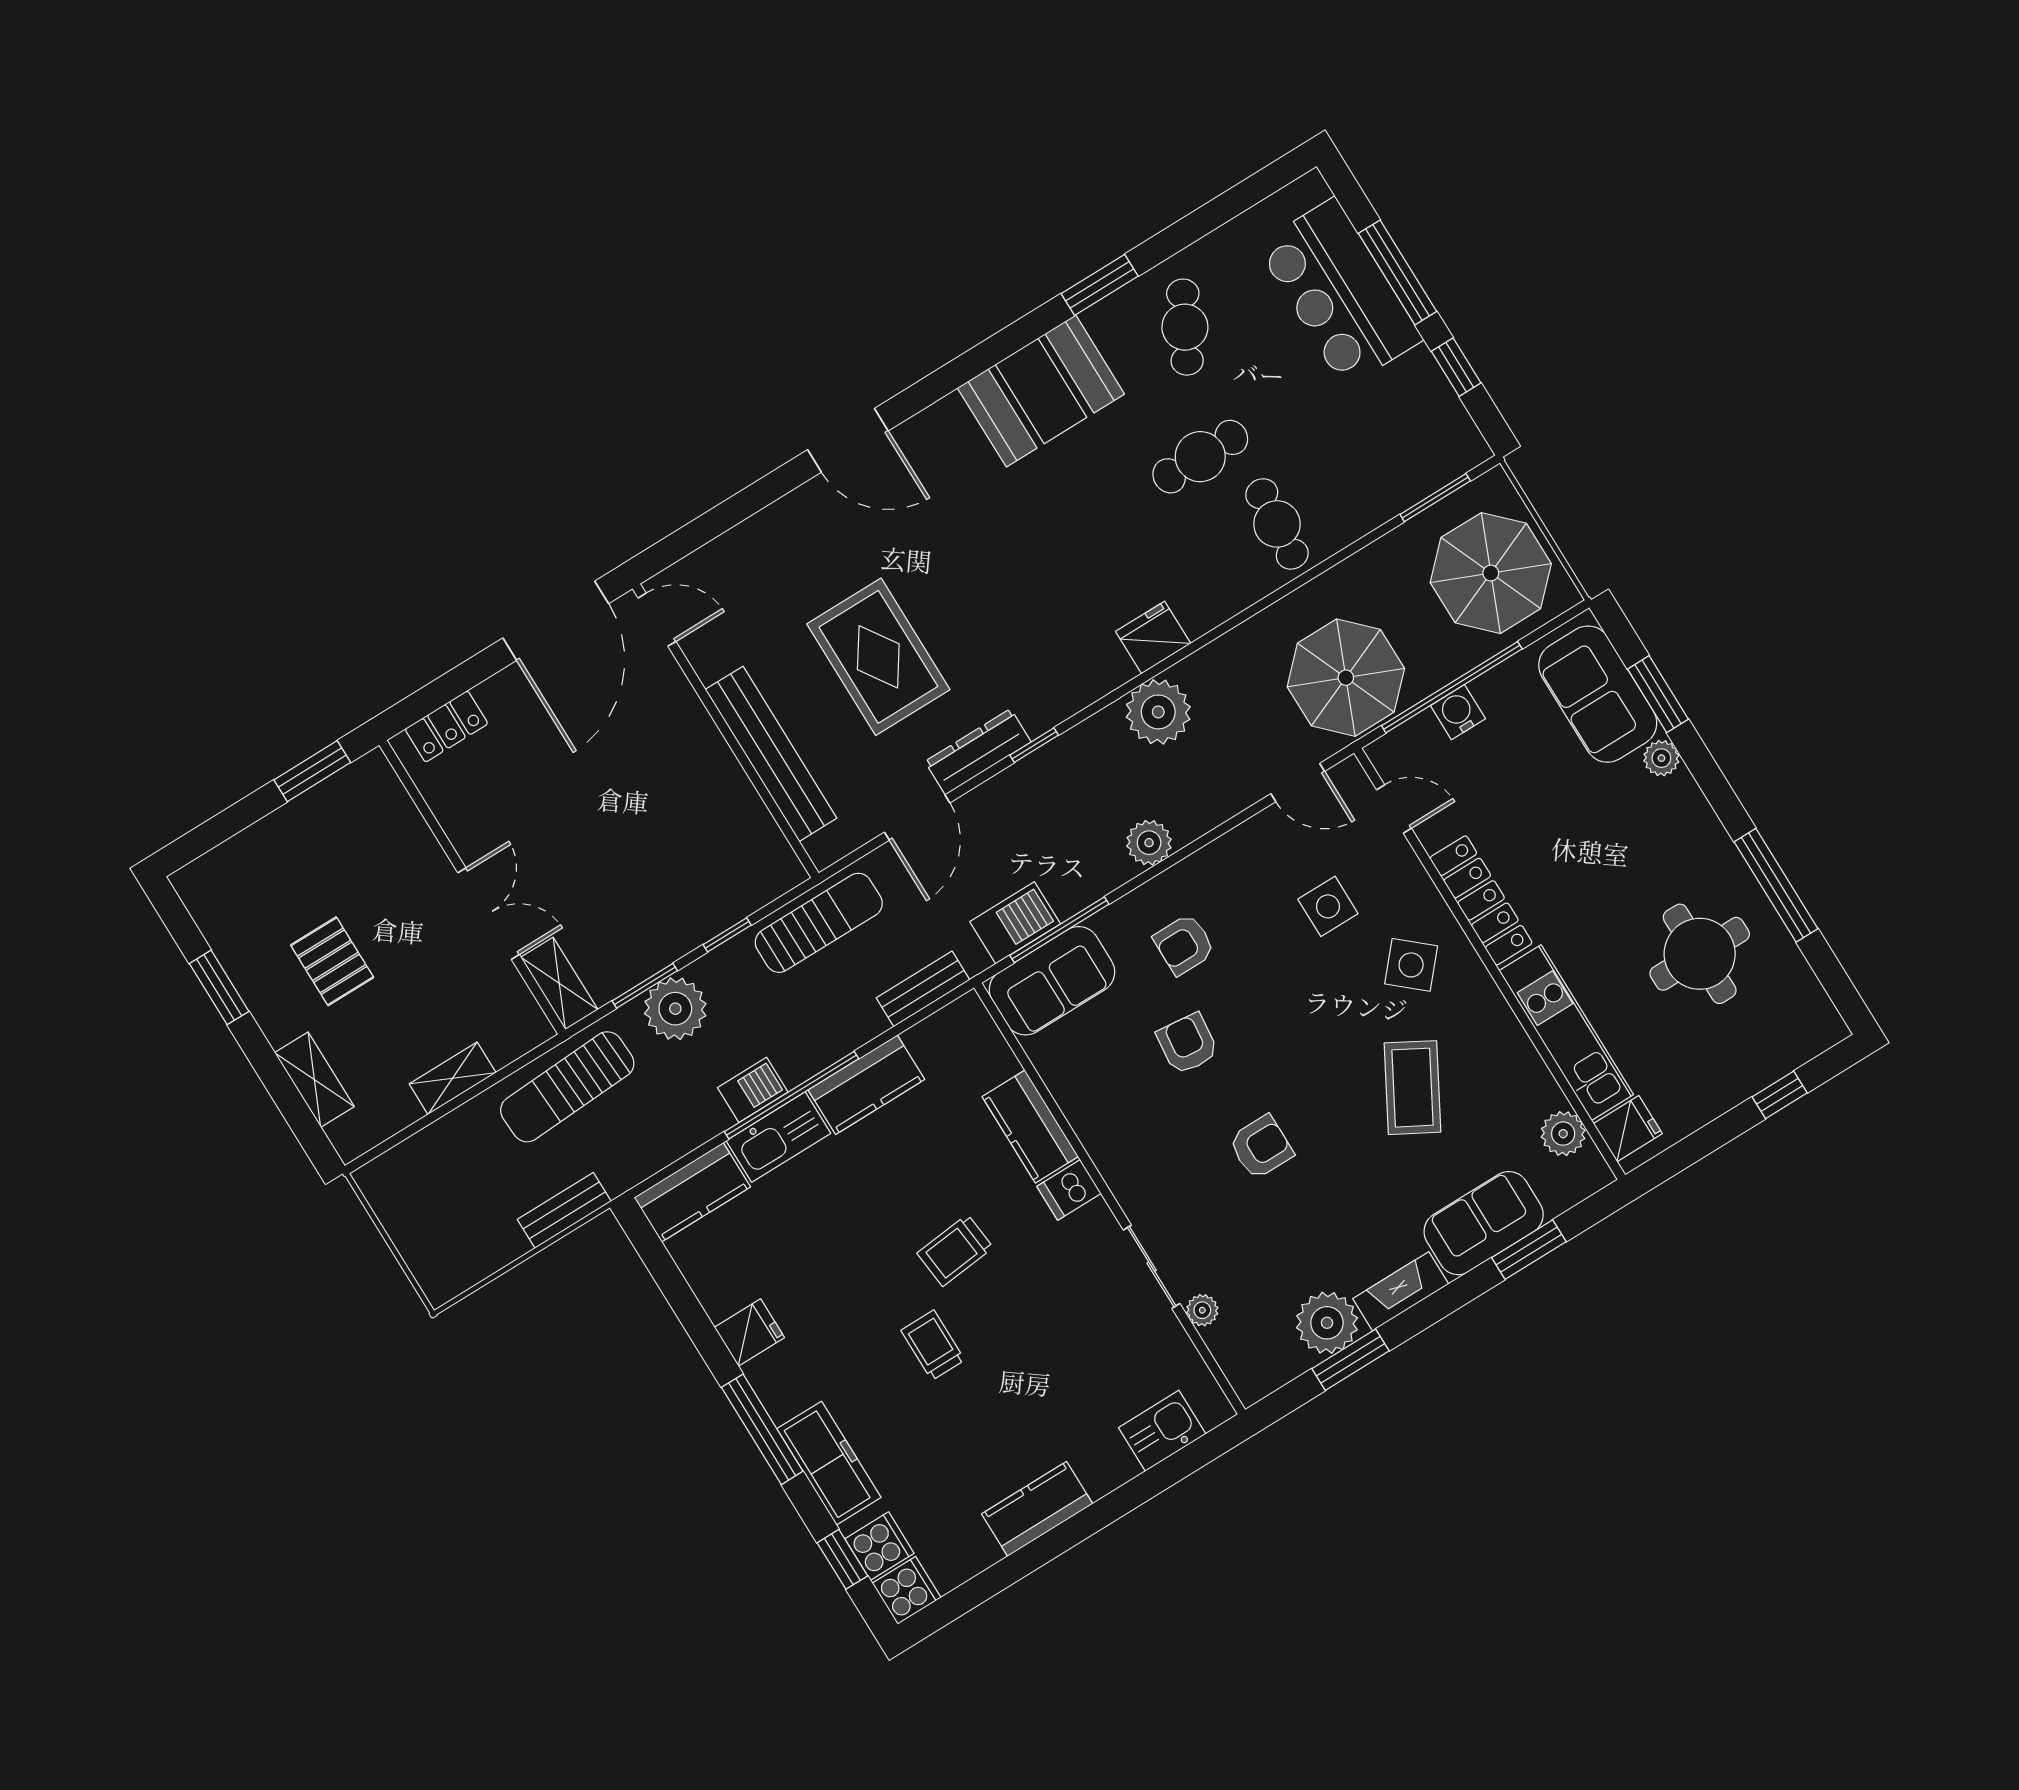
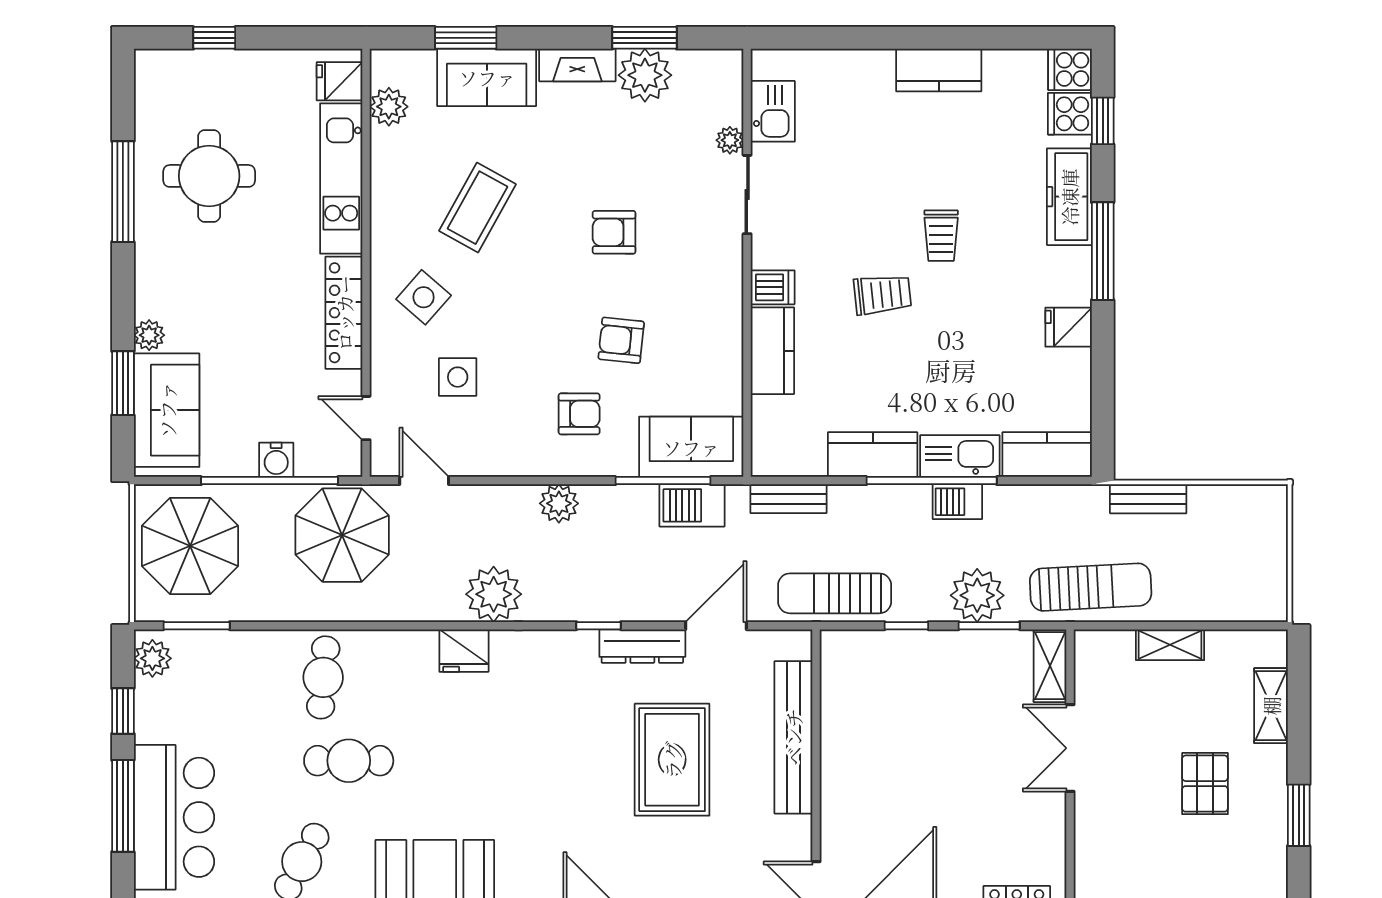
plant: (1459, 438) -> (152, 658), added
armchair: (1187, 1044) -> (621, 340), turned 90
kitchen sink: (1162, 1431) -> (773, 111), moved, turned -90

